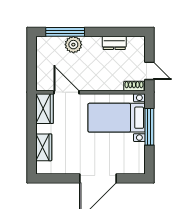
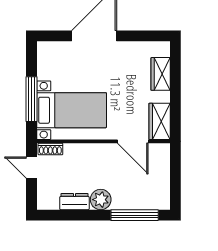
plant: (73, 45) -> (101, 200), moved

